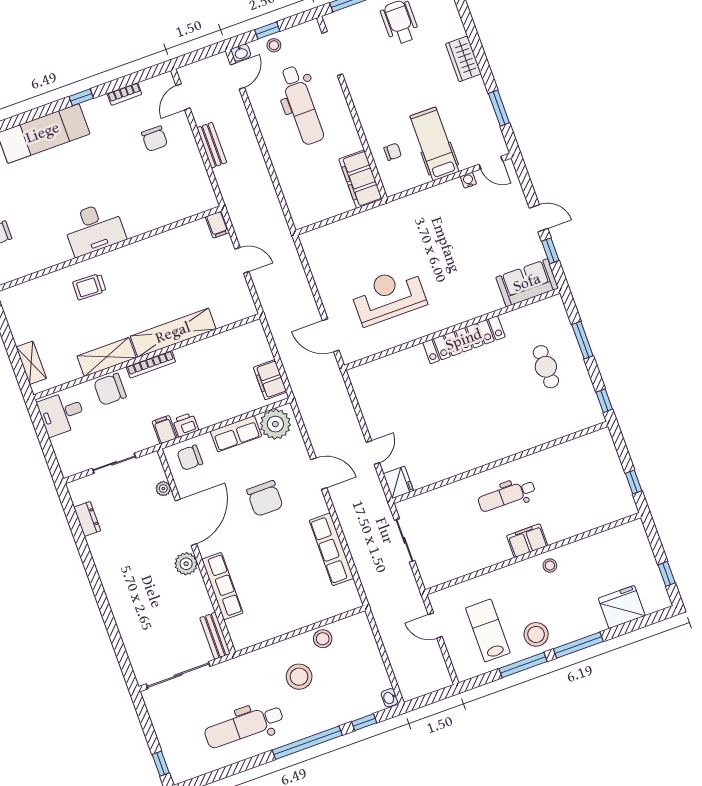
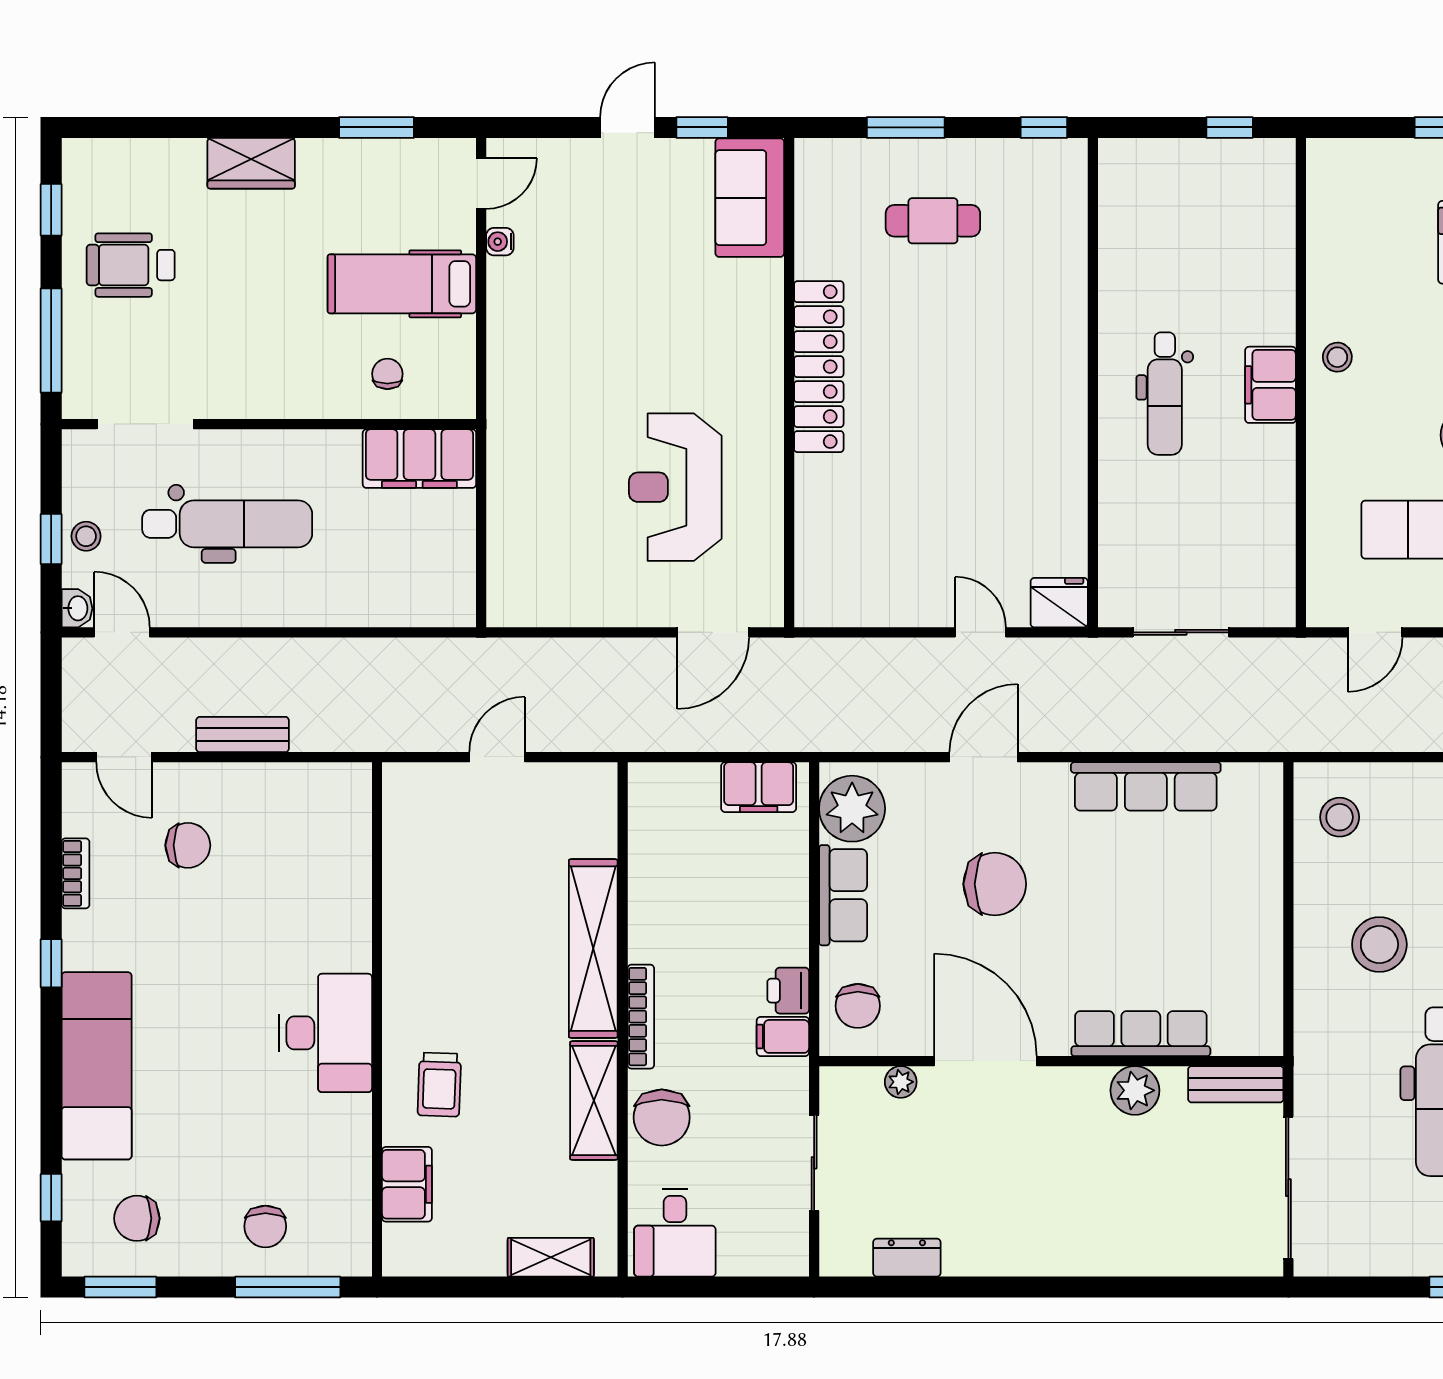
filing cabinet: (217, 225) -> (407, 1184), moved, width x2.00
plant: (186, 564) -> (1135, 1090), moved
stool: (323, 639) -> (1340, 817), moved

